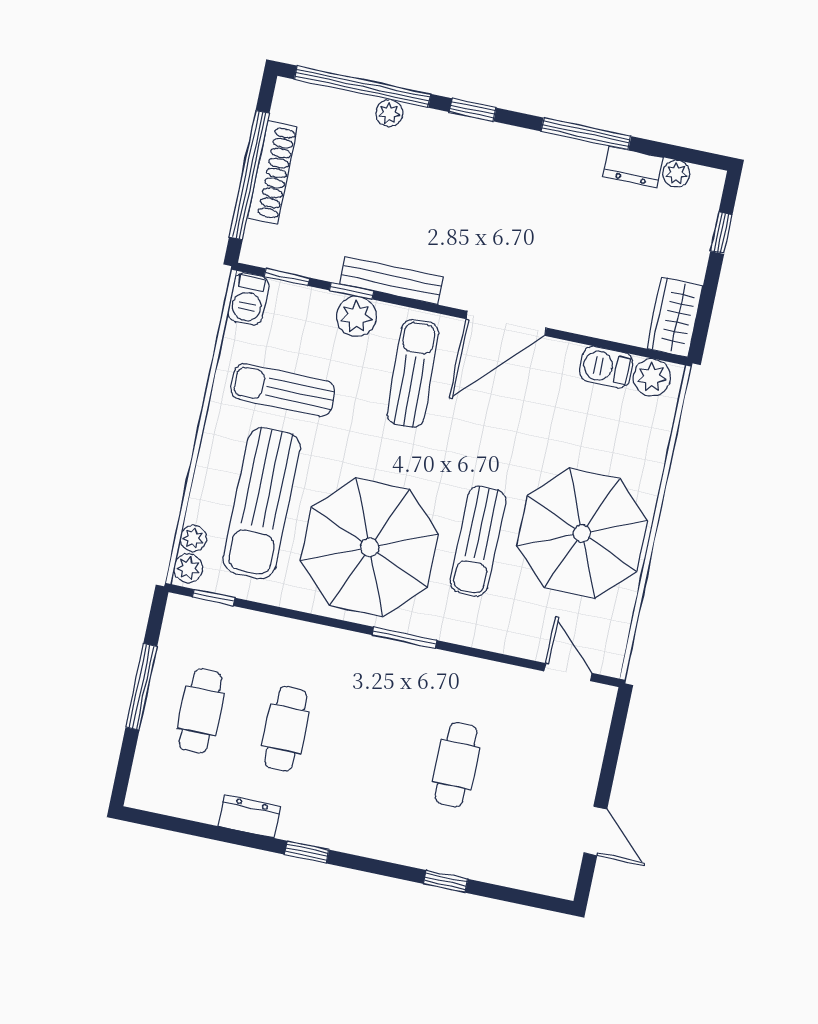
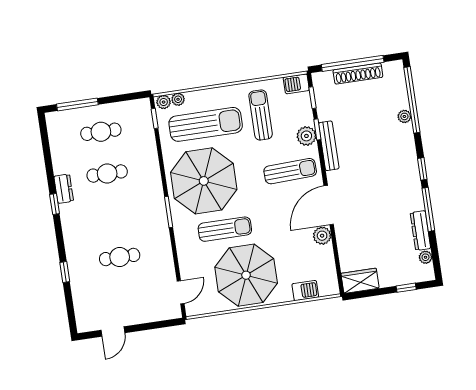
window: (473, 110) -> (422, 169), moved
dresser: (633, 167) -> (420, 231), width x1.44
door: (506, 323) -> (329, 205), hinge flipped
barbecue: (606, 367) -> (305, 290), moved, turned 90
plant: (652, 377) -> (322, 236), moved
sun lounger: (262, 503) -> (206, 124), turned 180
sun lounger: (478, 541) -> (225, 229), turned 180
window: (141, 687) -> (77, 104), moved
dresser: (249, 816) -> (64, 189), moved

